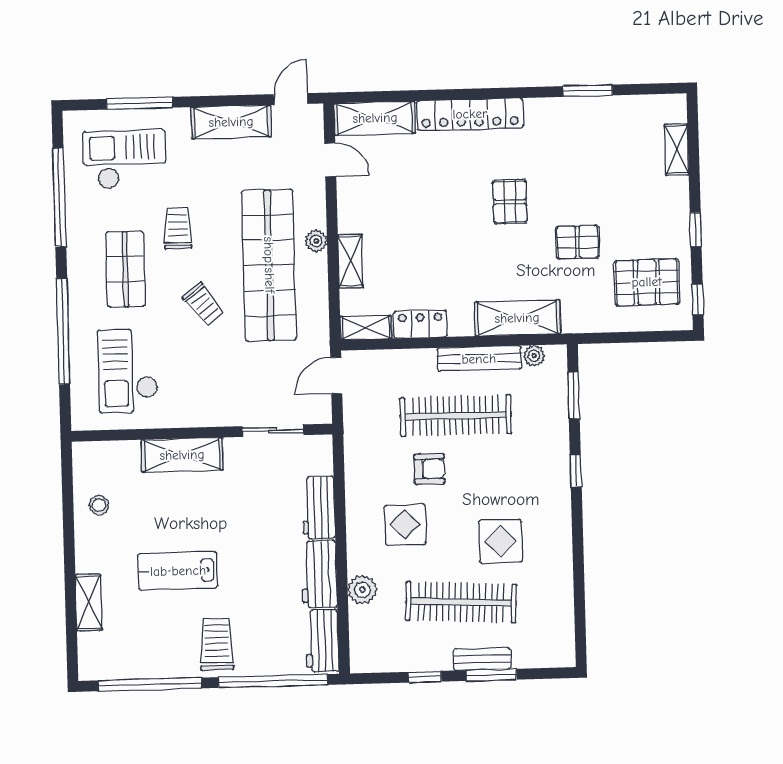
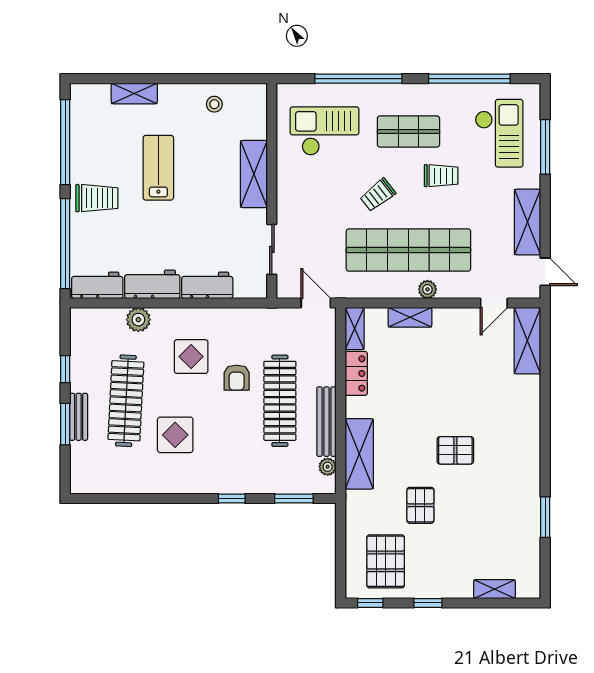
locker: (470, 114) -> (528, 419), removed

